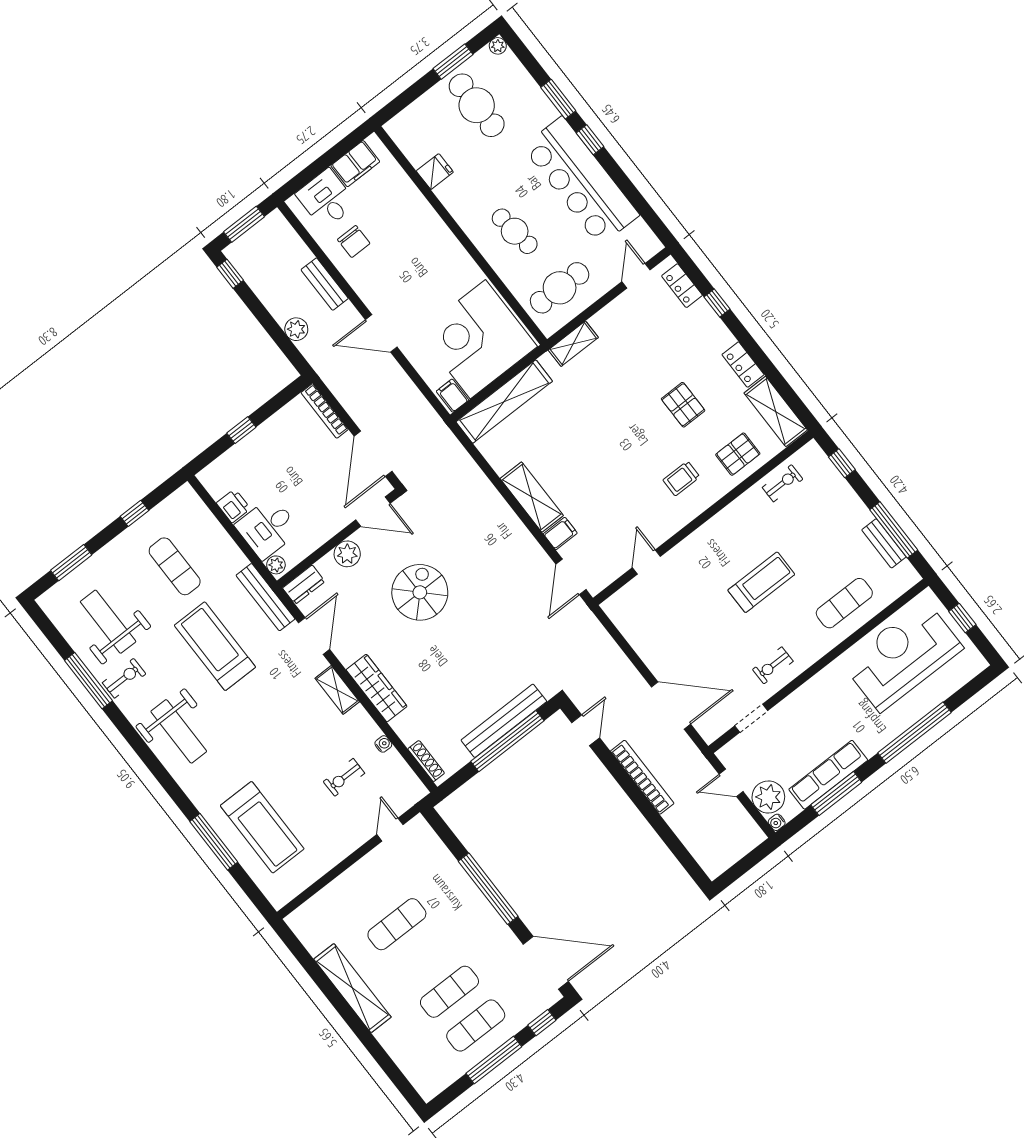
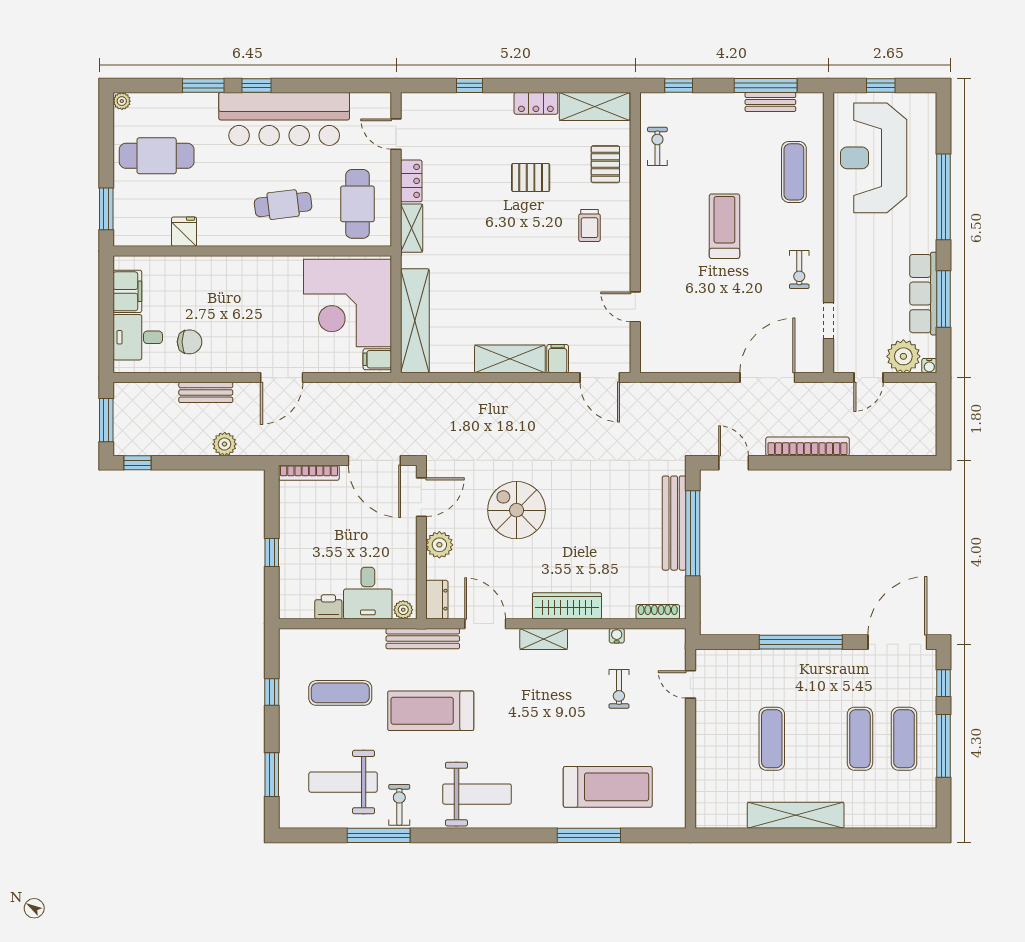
window: (453, 62) -> (106, 209), moved
locker: (682, 286) -> (411, 181), moved, turned -90

